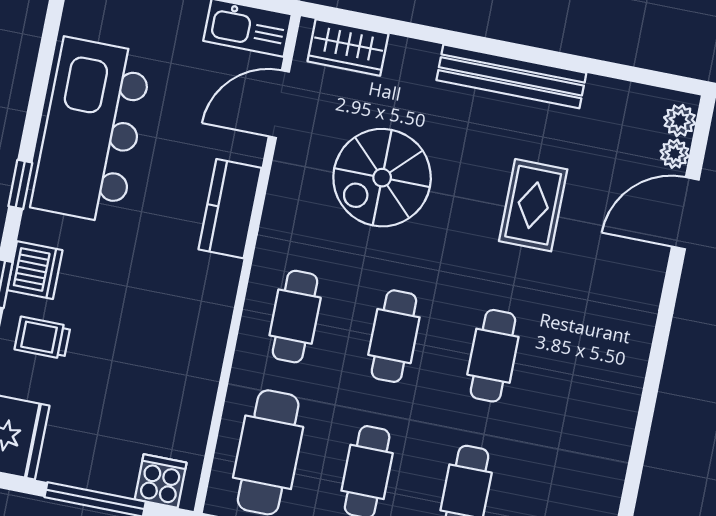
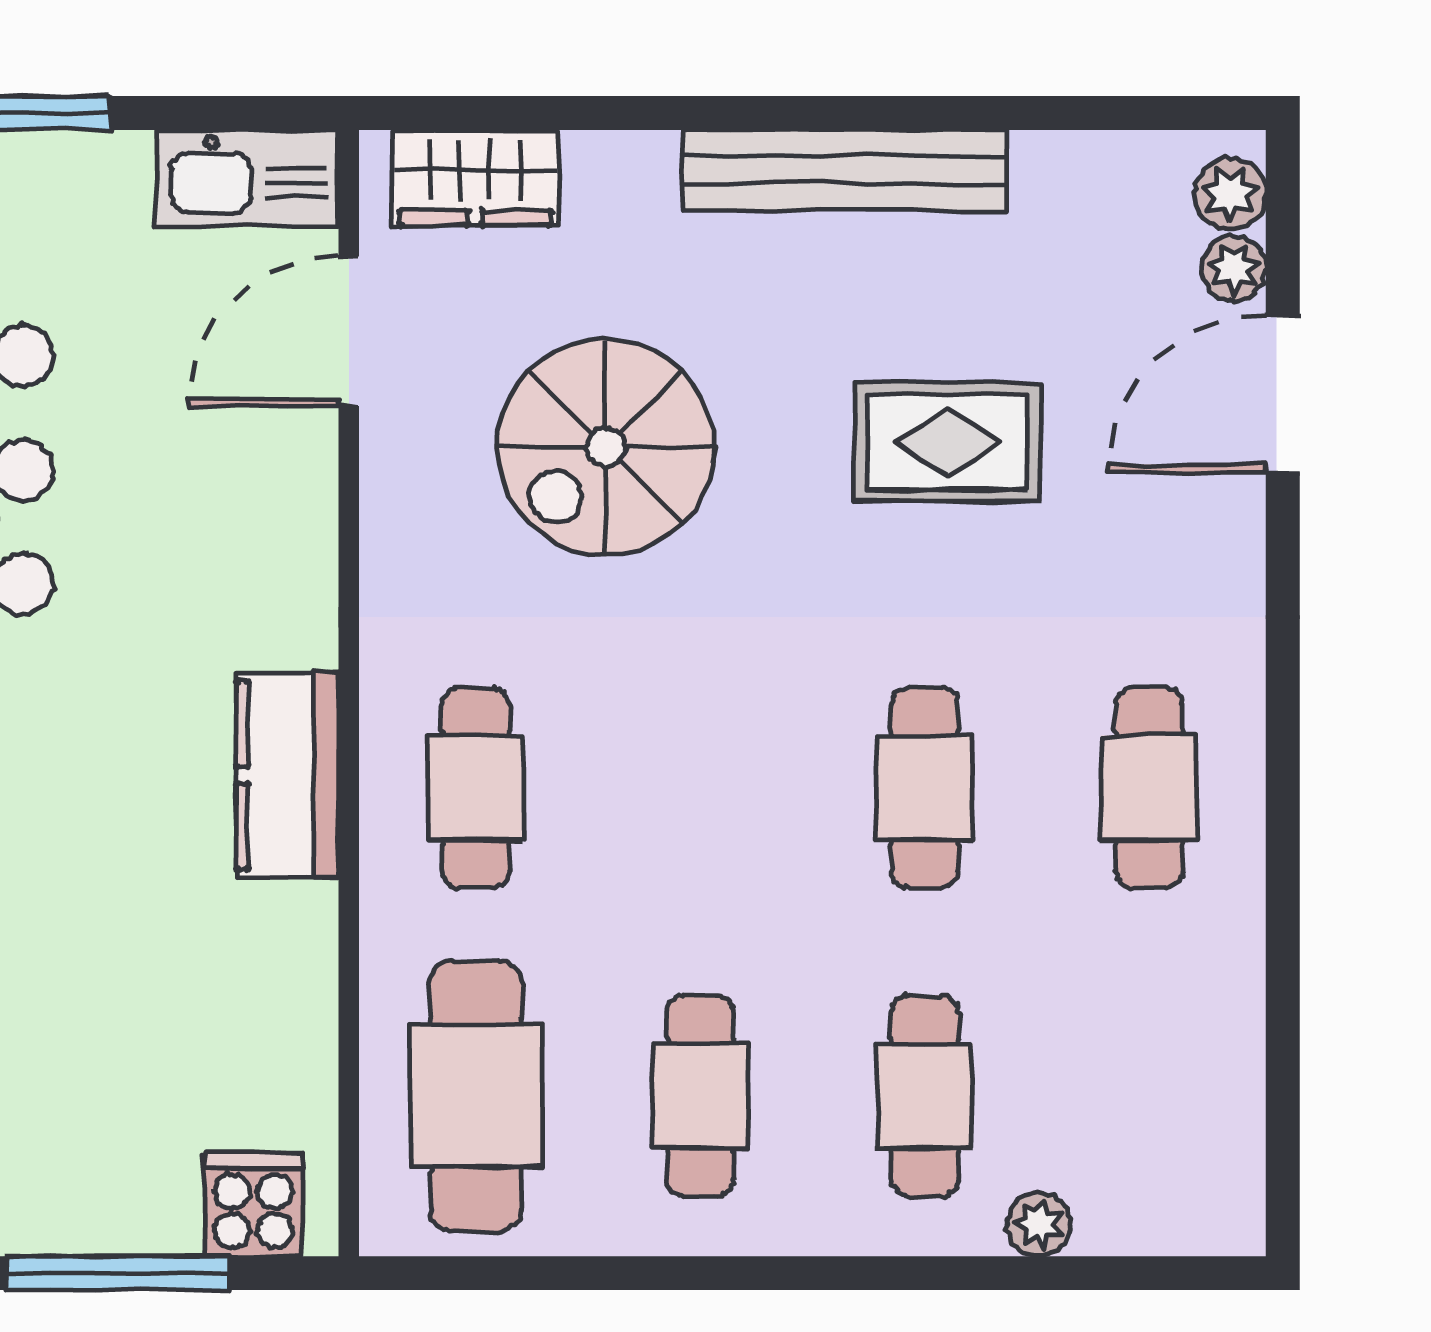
rug: (533, 205) -> (947, 442), turned 90
kitchen counter: (230, 209) -> (287, 775), moved
cafe table: (394, 336) -> (1149, 788), moved

